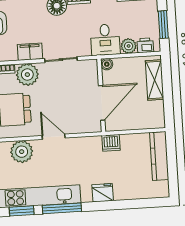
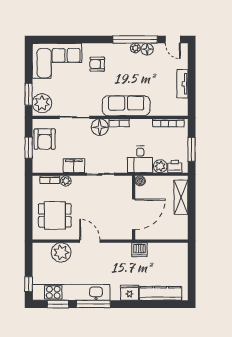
plant: (27, 75) -> (66, 181), width x0.53, depth x0.53
kitchen counter: (159, 156) -> (160, 293), moved, turned 90

